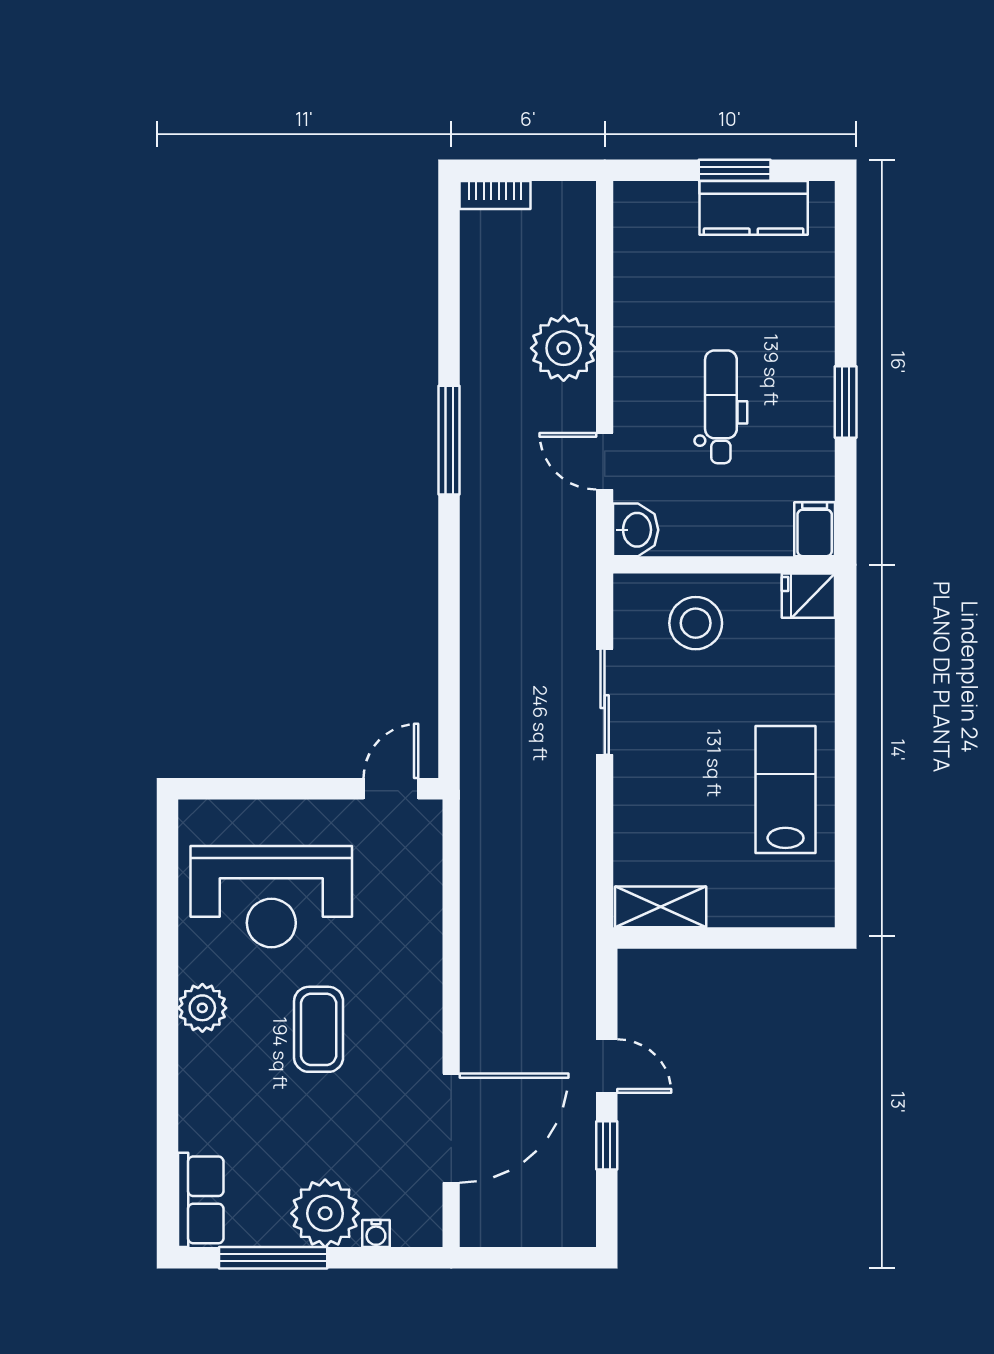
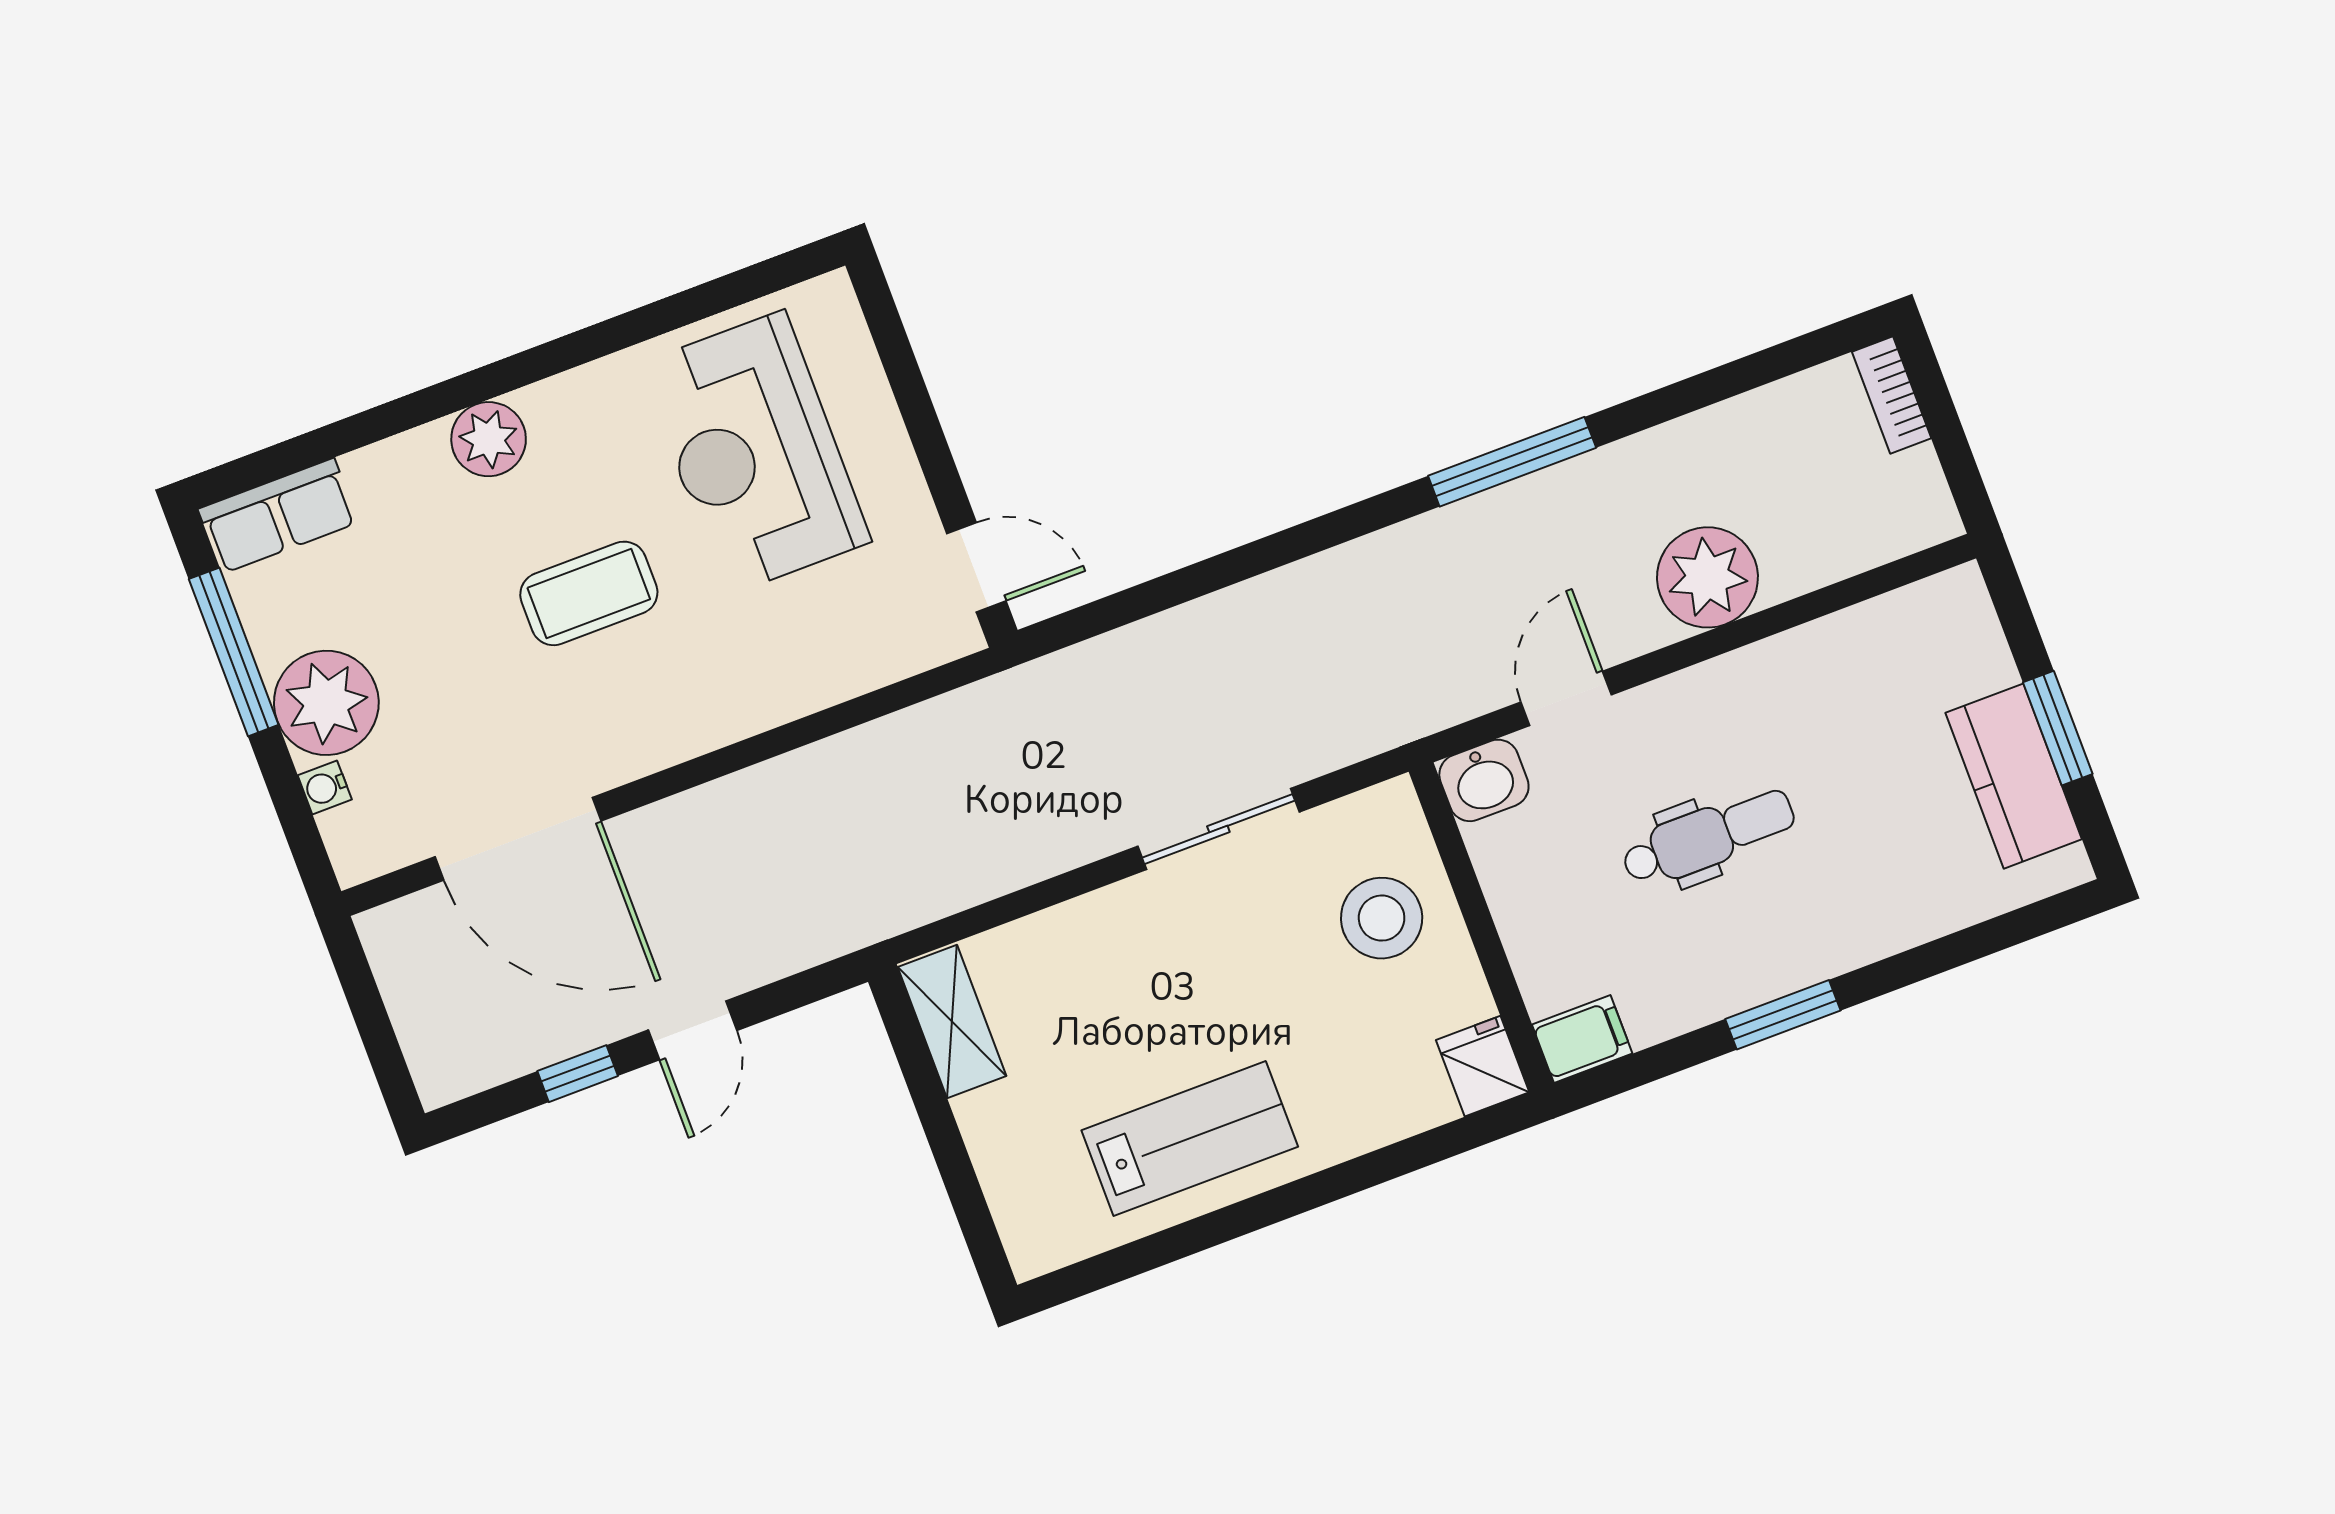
plant: (202, 1008) -> (489, 439), moved

